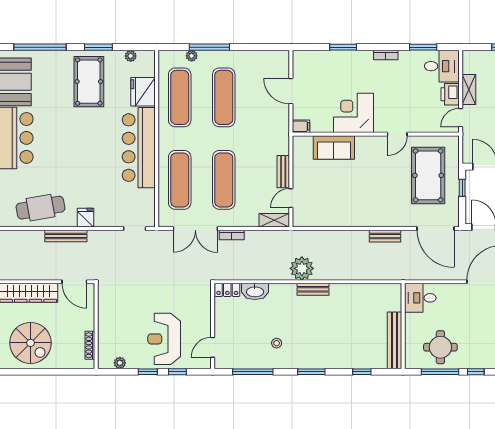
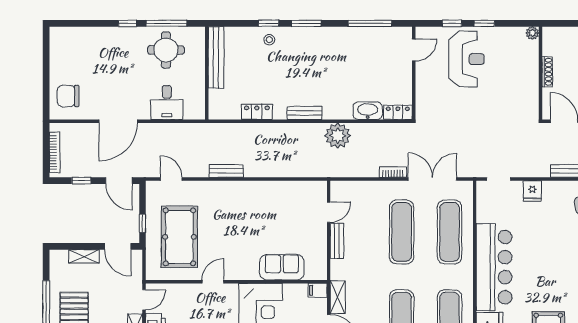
fridge: (85, 218) -> (532, 191), moved
shelving: (274, 220) -> (338, 297), moved, turned 90
door: (436, 229) -> (171, 179), width x0.53
plant: (302, 268) -> (338, 136), moved
locker: (357, 290) -> (257, 112), added
desk: (420, 298) -> (167, 102), moved, turned 90
stool: (277, 343) -> (269, 40), moved
shoe rack: (90, 345) -> (547, 72), moved
plant: (120, 363) -> (532, 33), moved
window: (362, 372) -> (269, 23), moved

